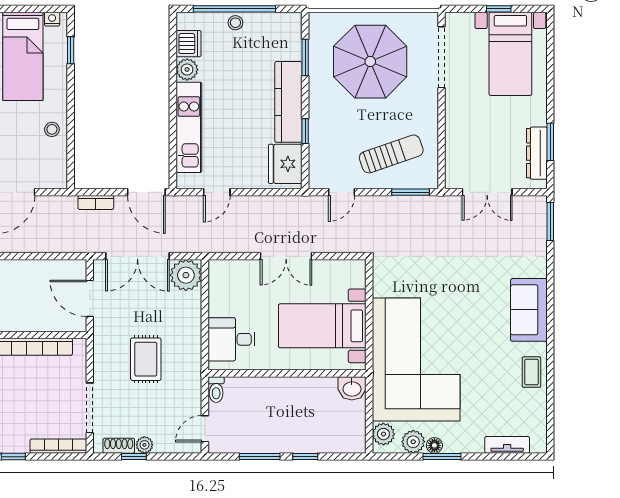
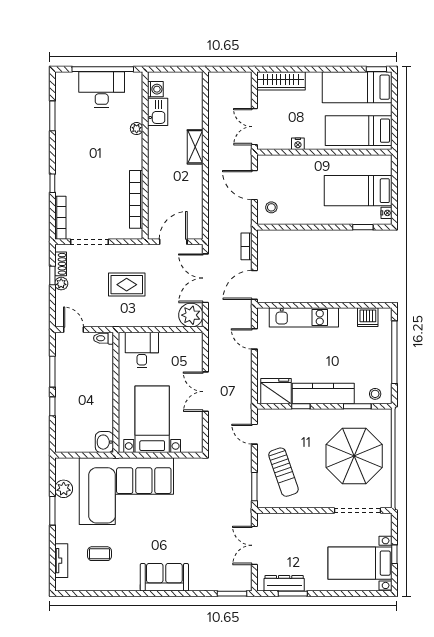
stool: (235, 23) -> (375, 394), moved
plant: (187, 69) -> (348, 316), removed
stool: (52, 129) -> (271, 207), moved
coffee table: (532, 372) -> (99, 554), moved
plant: (383, 434) -> (70, 466), removed
floor lamp: (434, 445) -> (61, 505), removed

